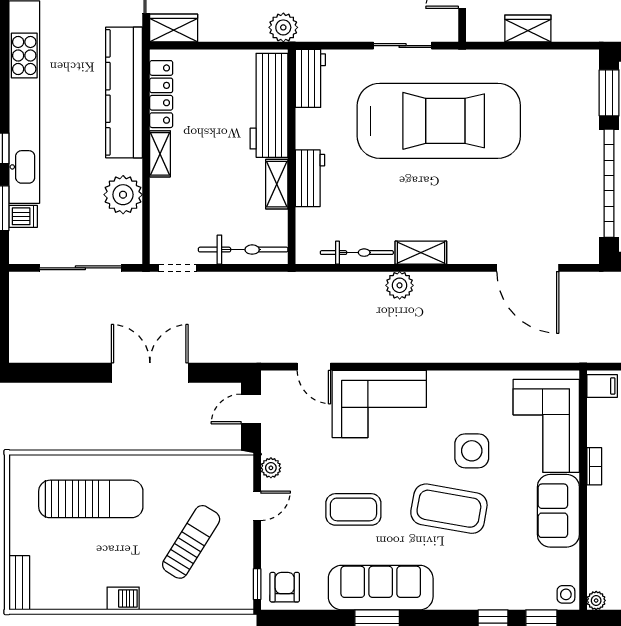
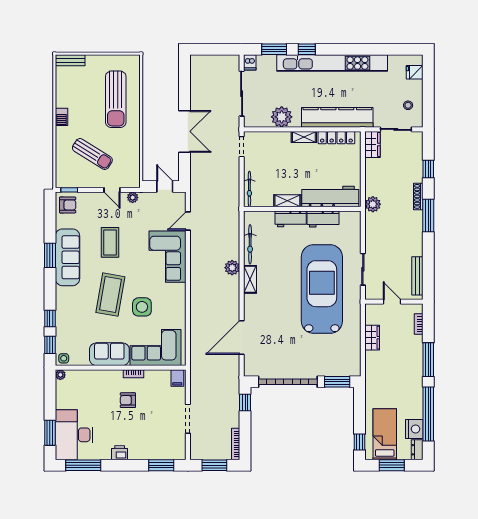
workbench: (310, 78) -> (323, 219), moved
car: (439, 121) -> (322, 289), turned 180
dishwasher: (23, 216) -> (250, 62), moved
bicycle: (243, 250) -> (249, 189), width x0.73, depth x0.71

